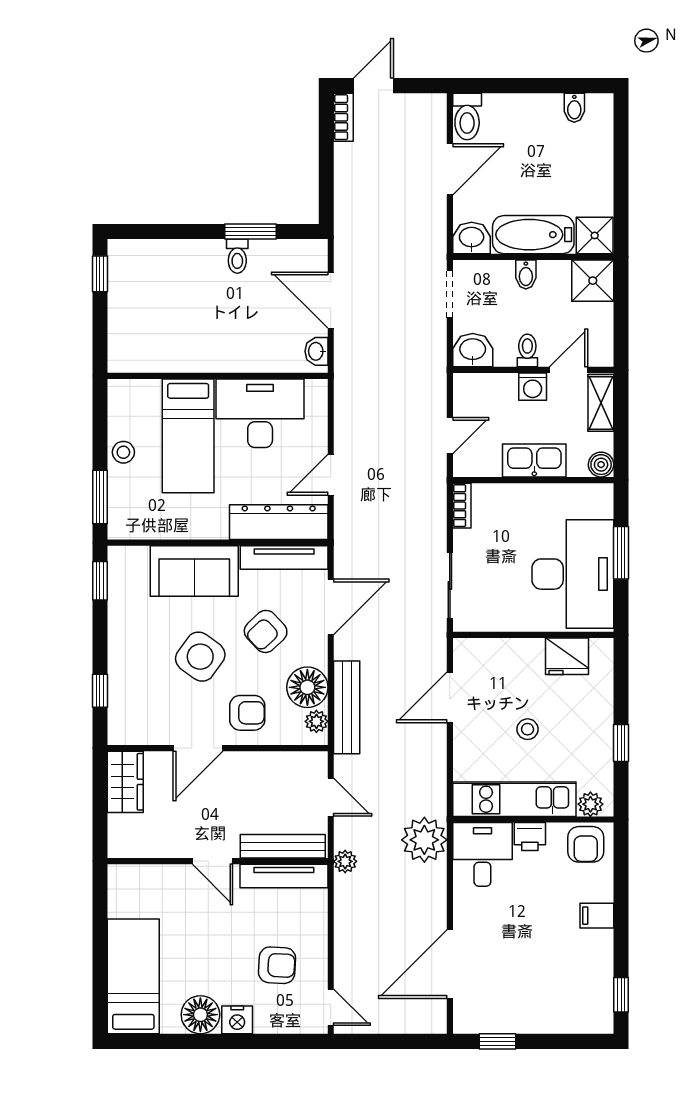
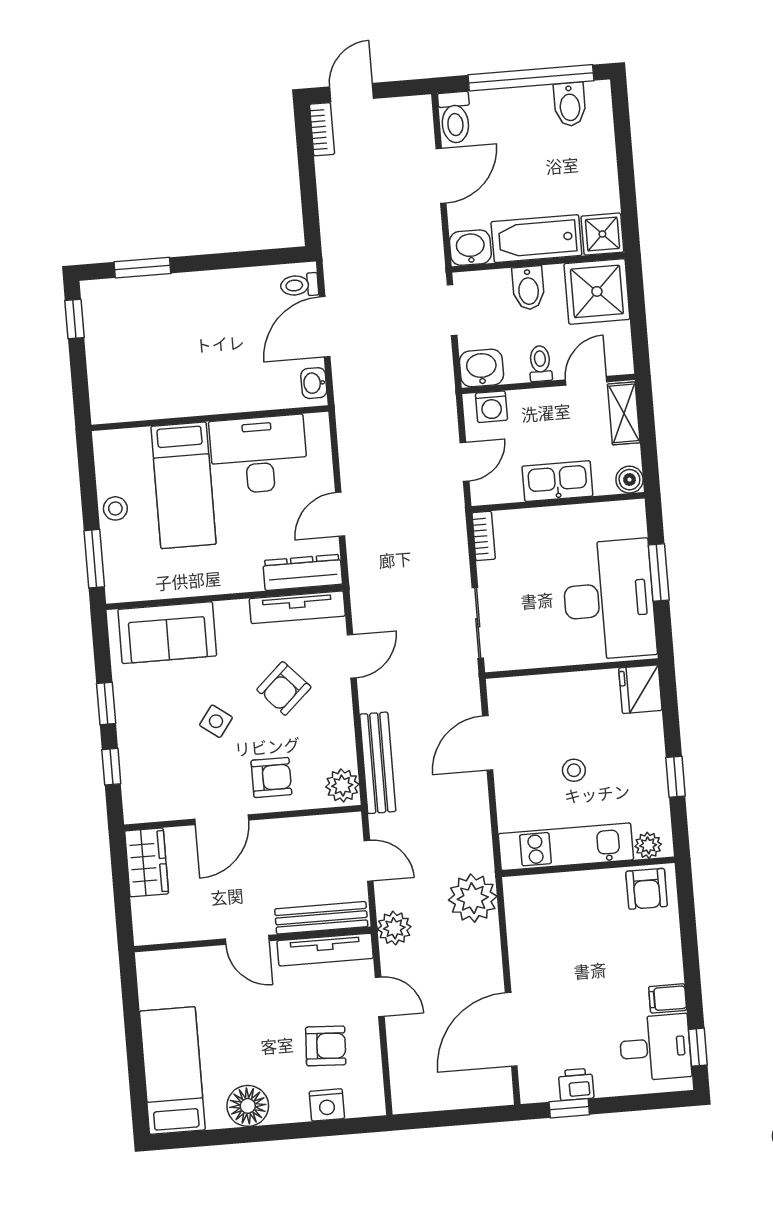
window: (540, 86) -> (531, 78), added
bidet: (574, 108) -> (570, 104), width x1.38, depth x1.36
window: (251, 231) -> (142, 268), moved
toilet: (237, 256) -> (299, 285), moved, turned 90
bidet: (526, 274) -> (528, 288), width x1.38, depth x1.36
shower: (593, 281) -> (597, 291), width x1.36, depth x1.36
door: (331, 300) -> (325, 327), hinge flipped
washing machine: (533, 387) -> (491, 407), moved
dresser: (279, 522) -> (303, 572), width x0.73, depth x0.80
sofa: (194, 571) -> (167, 633), moved
window: (100, 581) -> (106, 704), moved
door: (331, 607) -> (352, 656), width x0.73
fridge: (567, 656) -> (640, 689), moved, turned 90
side table: (200, 657) -> (216, 721), width x0.54, depth x0.54
floor lamp: (307, 687) -> (334, 745), removed
plant: (316, 721) -> (342, 786), width x1.38, depth x1.38
printer: (530, 837) -> (576, 1084), moved, turned 180
desk: (482, 854) -> (655, 1048), moved, turned 90
plant: (345, 861) -> (394, 928), width x1.38, depth x1.38
filing cabinet: (597, 916) -> (668, 998), moved
door: (331, 1007) -> (380, 997), moved
nightstand: (237, 1020) -> (327, 1105), moved

